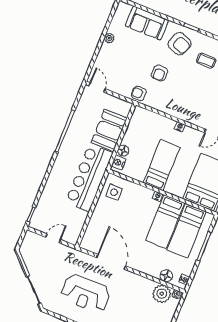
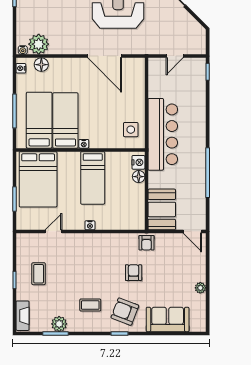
armchair: (139, 93) -> (146, 243), turned 90
booth: (109, 130) -> (162, 209), moved

